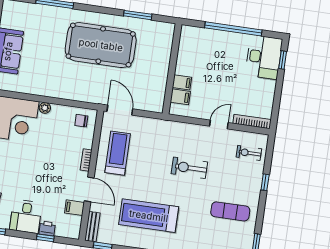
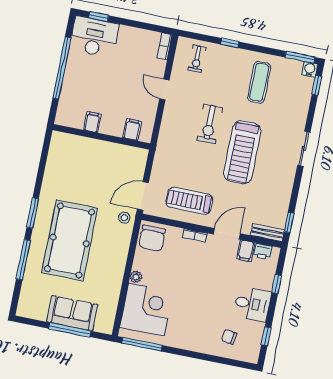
window: (138, 15) -> (33, 213), moved
pool table: (101, 45) -> (70, 240), moved
filing cabinet: (182, 82) -> (92, 122), moved
stool: (99, 94) -> (124, 218), added
chair: (81, 121) -> (152, 238), width x1.87, depth x1.87
bookcase: (252, 121) -> (165, 46), width x0.64
treadmill: (149, 216) -> (242, 152), moved
printer: (47, 228) -> (263, 252), moved, turned -90

